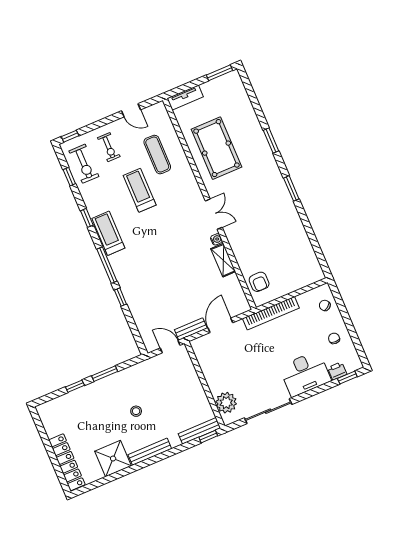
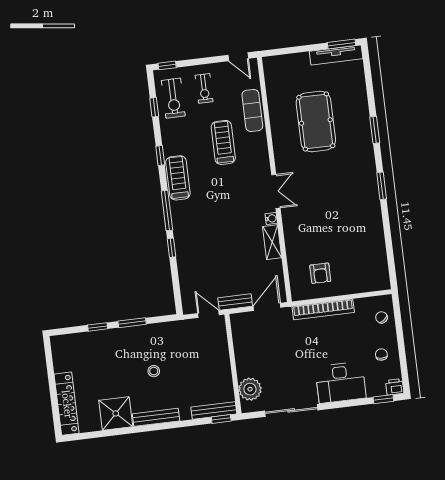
tv unit: (185, 98) -> (336, 55), moved, width x1.41
wall: (209, 204) -> (274, 180), moved
double door: (214, 214) -> (276, 191), moved
water cooler: (216, 239) -> (271, 218), moved
shelving: (223, 260) -> (272, 242), moved
printer: (337, 371) -> (395, 387), moved

